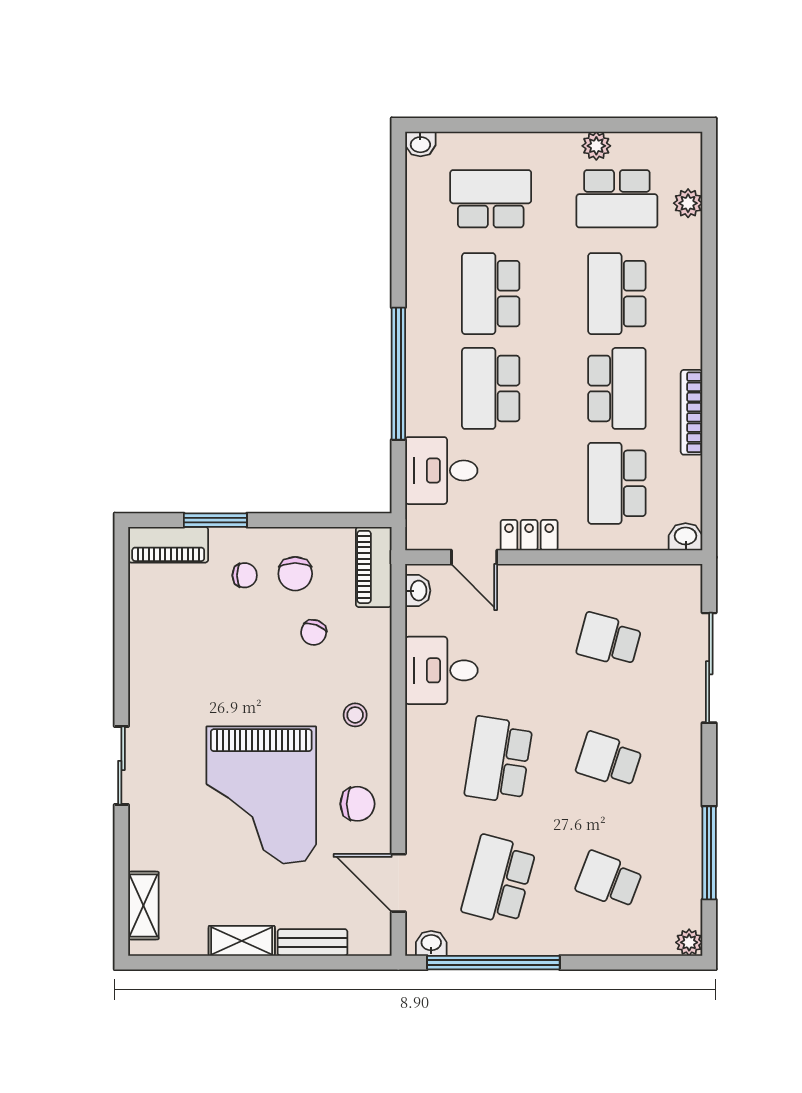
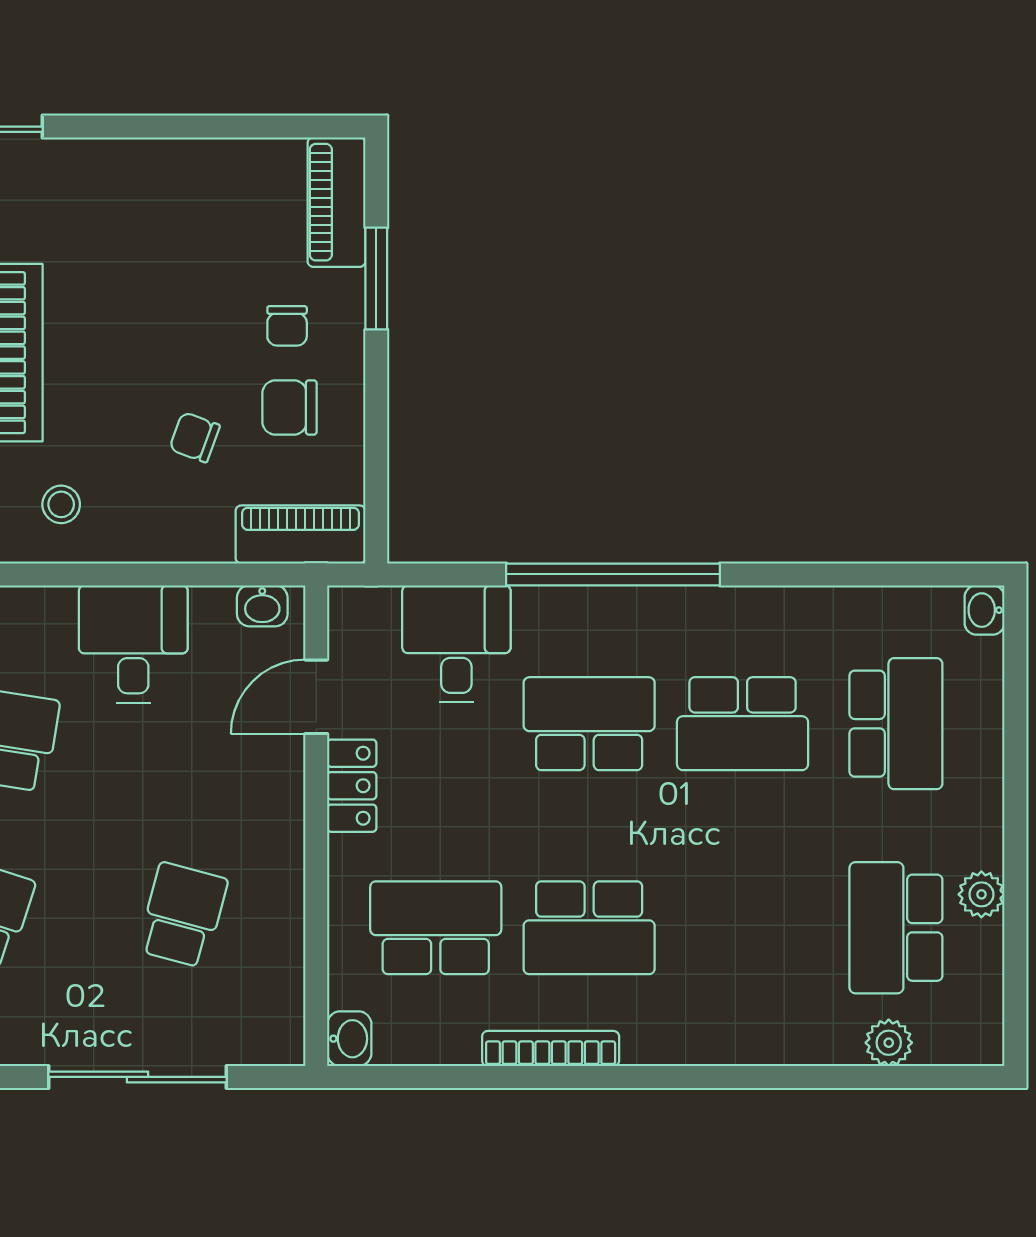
school desk: (491, 294) -> (743, 724), turned 180
school desk: (617, 294) -> (743, 928), removed

